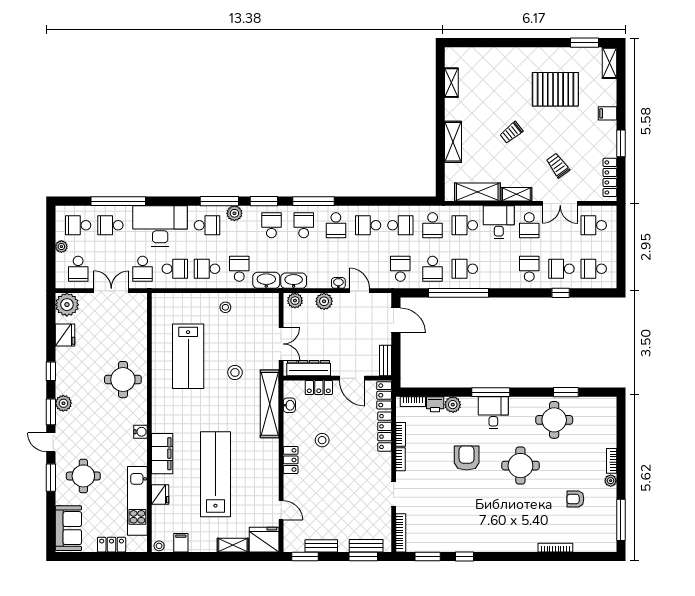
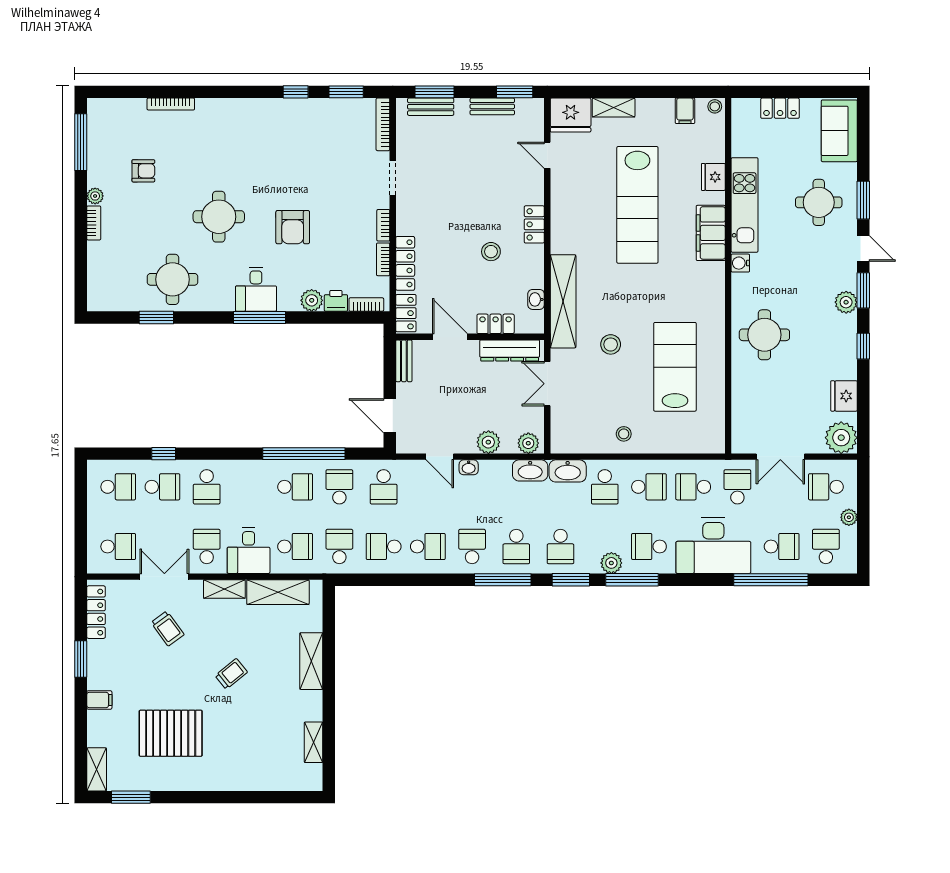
school desk: (78, 225) -> (826, 547), turned -90
school desk: (78, 269) -> (826, 487), turned -90
kitchen unit: (137, 501) -> (745, 205), moved

